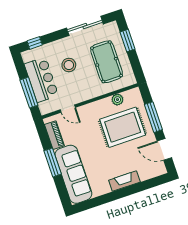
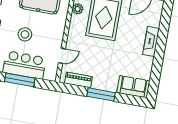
window: (29, 93) -> (20, 80), moved
sofa: (73, 174) -> (133, 87), width x0.54, depth x0.79

